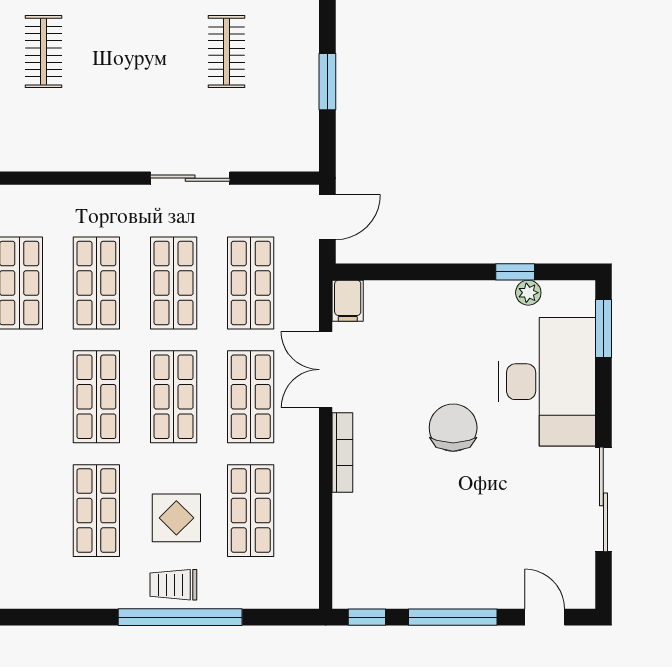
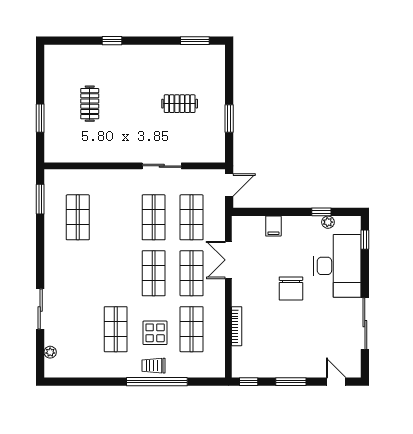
clothes rail: (226, 52) -> (180, 104), turned 90
shop shelf: (96, 283) -> (116, 217), removed
filing cabinet: (348, 301) -> (273, 226), moved
window: (603, 328) -> (365, 240), width x0.67
shop shelf: (96, 397) -> (116, 273), removed
chair: (453, 428) -> (291, 288), turned 180
bookcase: (342, 453) -> (237, 326), moved
window: (453, 617) -> (291, 382), width x0.69

